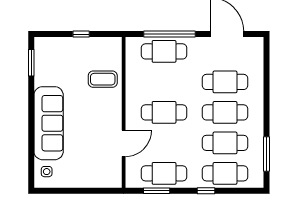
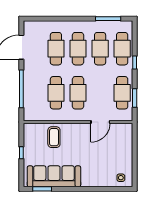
cafe table: (164, 51) -> (56, 93), moved
sofa: (49, 123) -> (54, 176), moved
door: (124, 143) -> (100, 122), swing flipped

